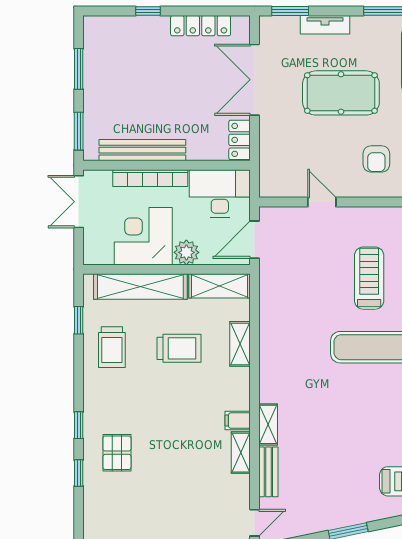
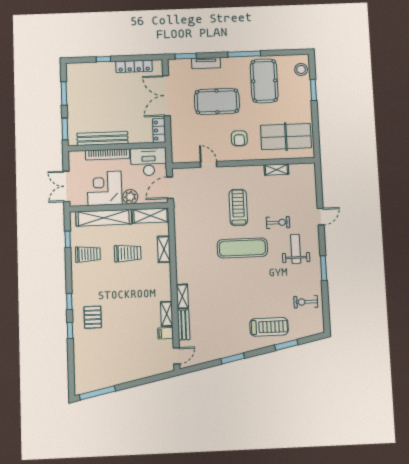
double door: (79, 202) -> (66, 186), moved
trolley: (112, 347) -> (88, 254), turned -90
filing cabinet: (238, 421) -> (166, 333), moved

